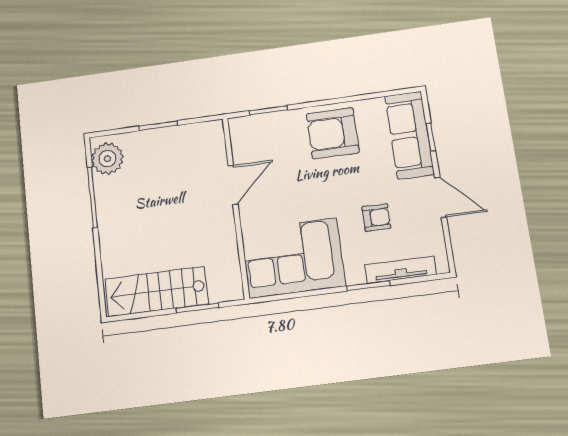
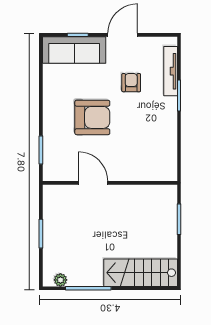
armchair: (333, 133) -> (92, 117), moved, turned -90
plant: (107, 159) -> (60, 280), width x0.53, depth x0.53
corner sofa: (293, 258) -> (152, 146), removed
stairs: (157, 291) -> (141, 273), moved, turned 90

